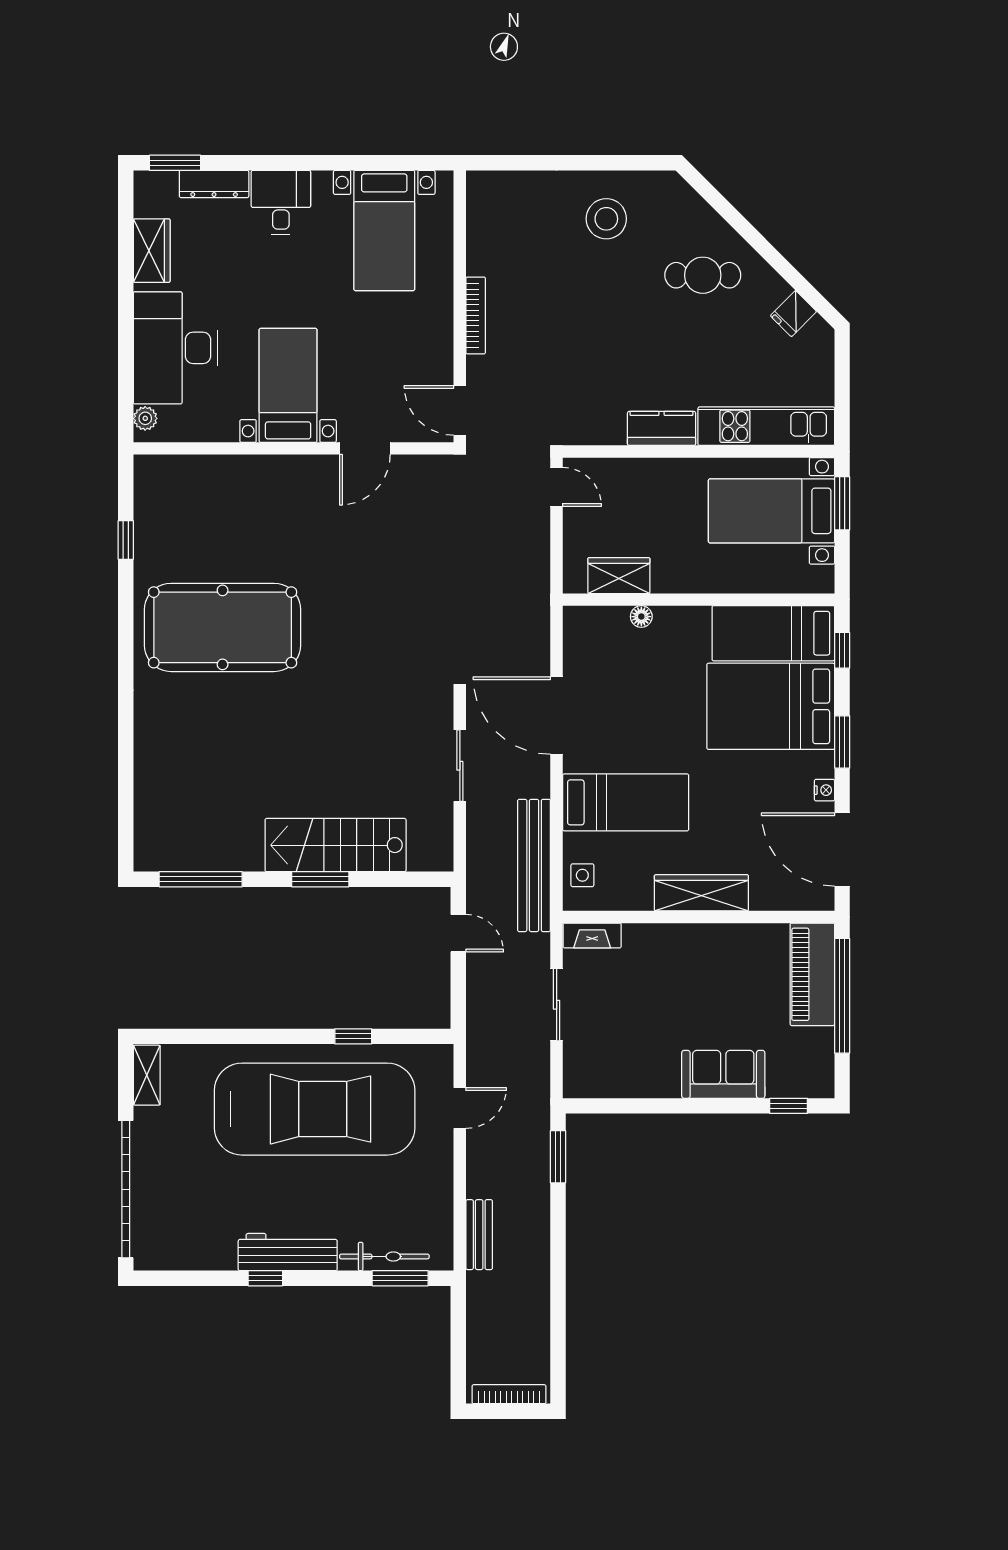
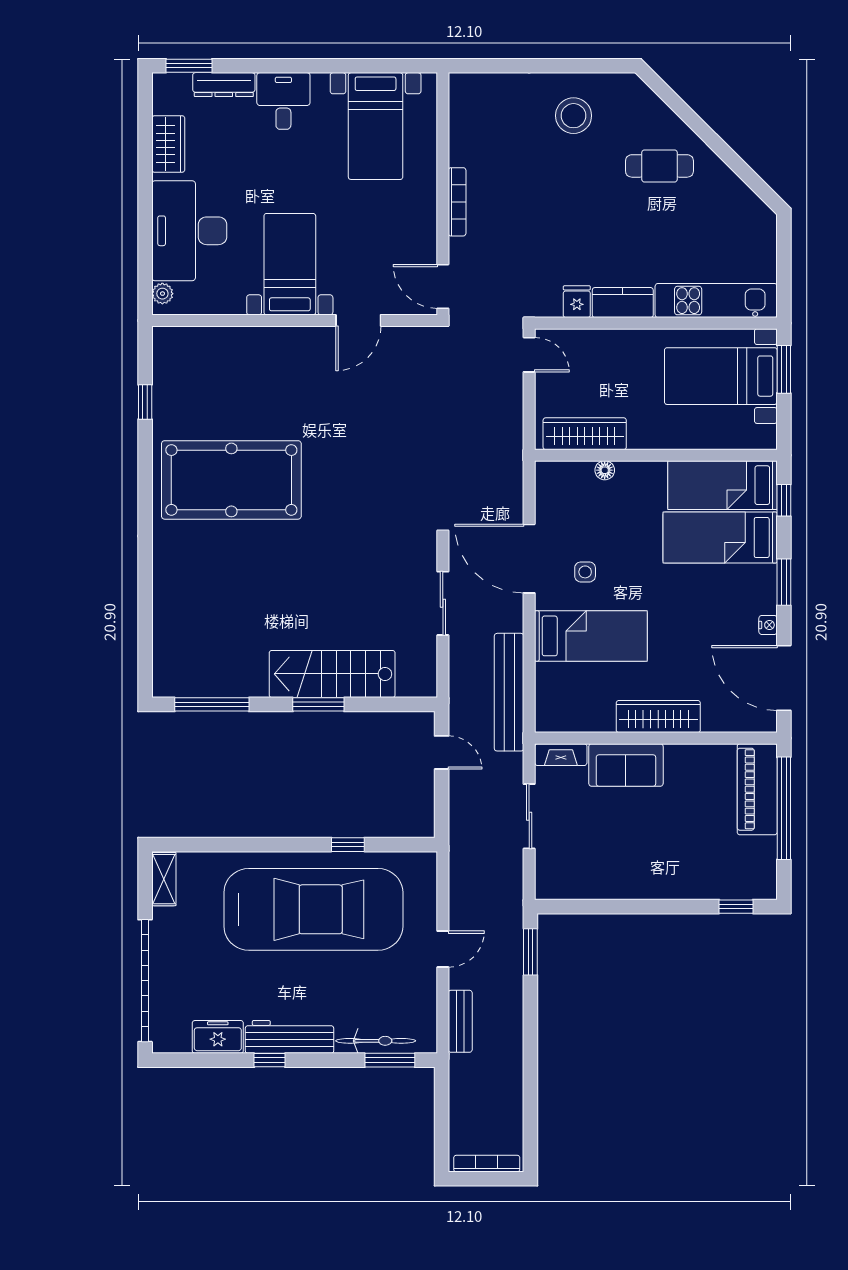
fridge: (793, 314) -> (577, 302), moved, turned 135
wardrobe: (619, 576) -> (585, 434), width x1.50
bed: (771, 706) -> (720, 538), width x0.67
side table: (582, 875) -> (585, 572), moved
sofa: (723, 1074) -> (626, 765), moved, turned 180
door: (460, 1108) -> (443, 949), moved
freezer: (207, 1252) -> (218, 1037), added

